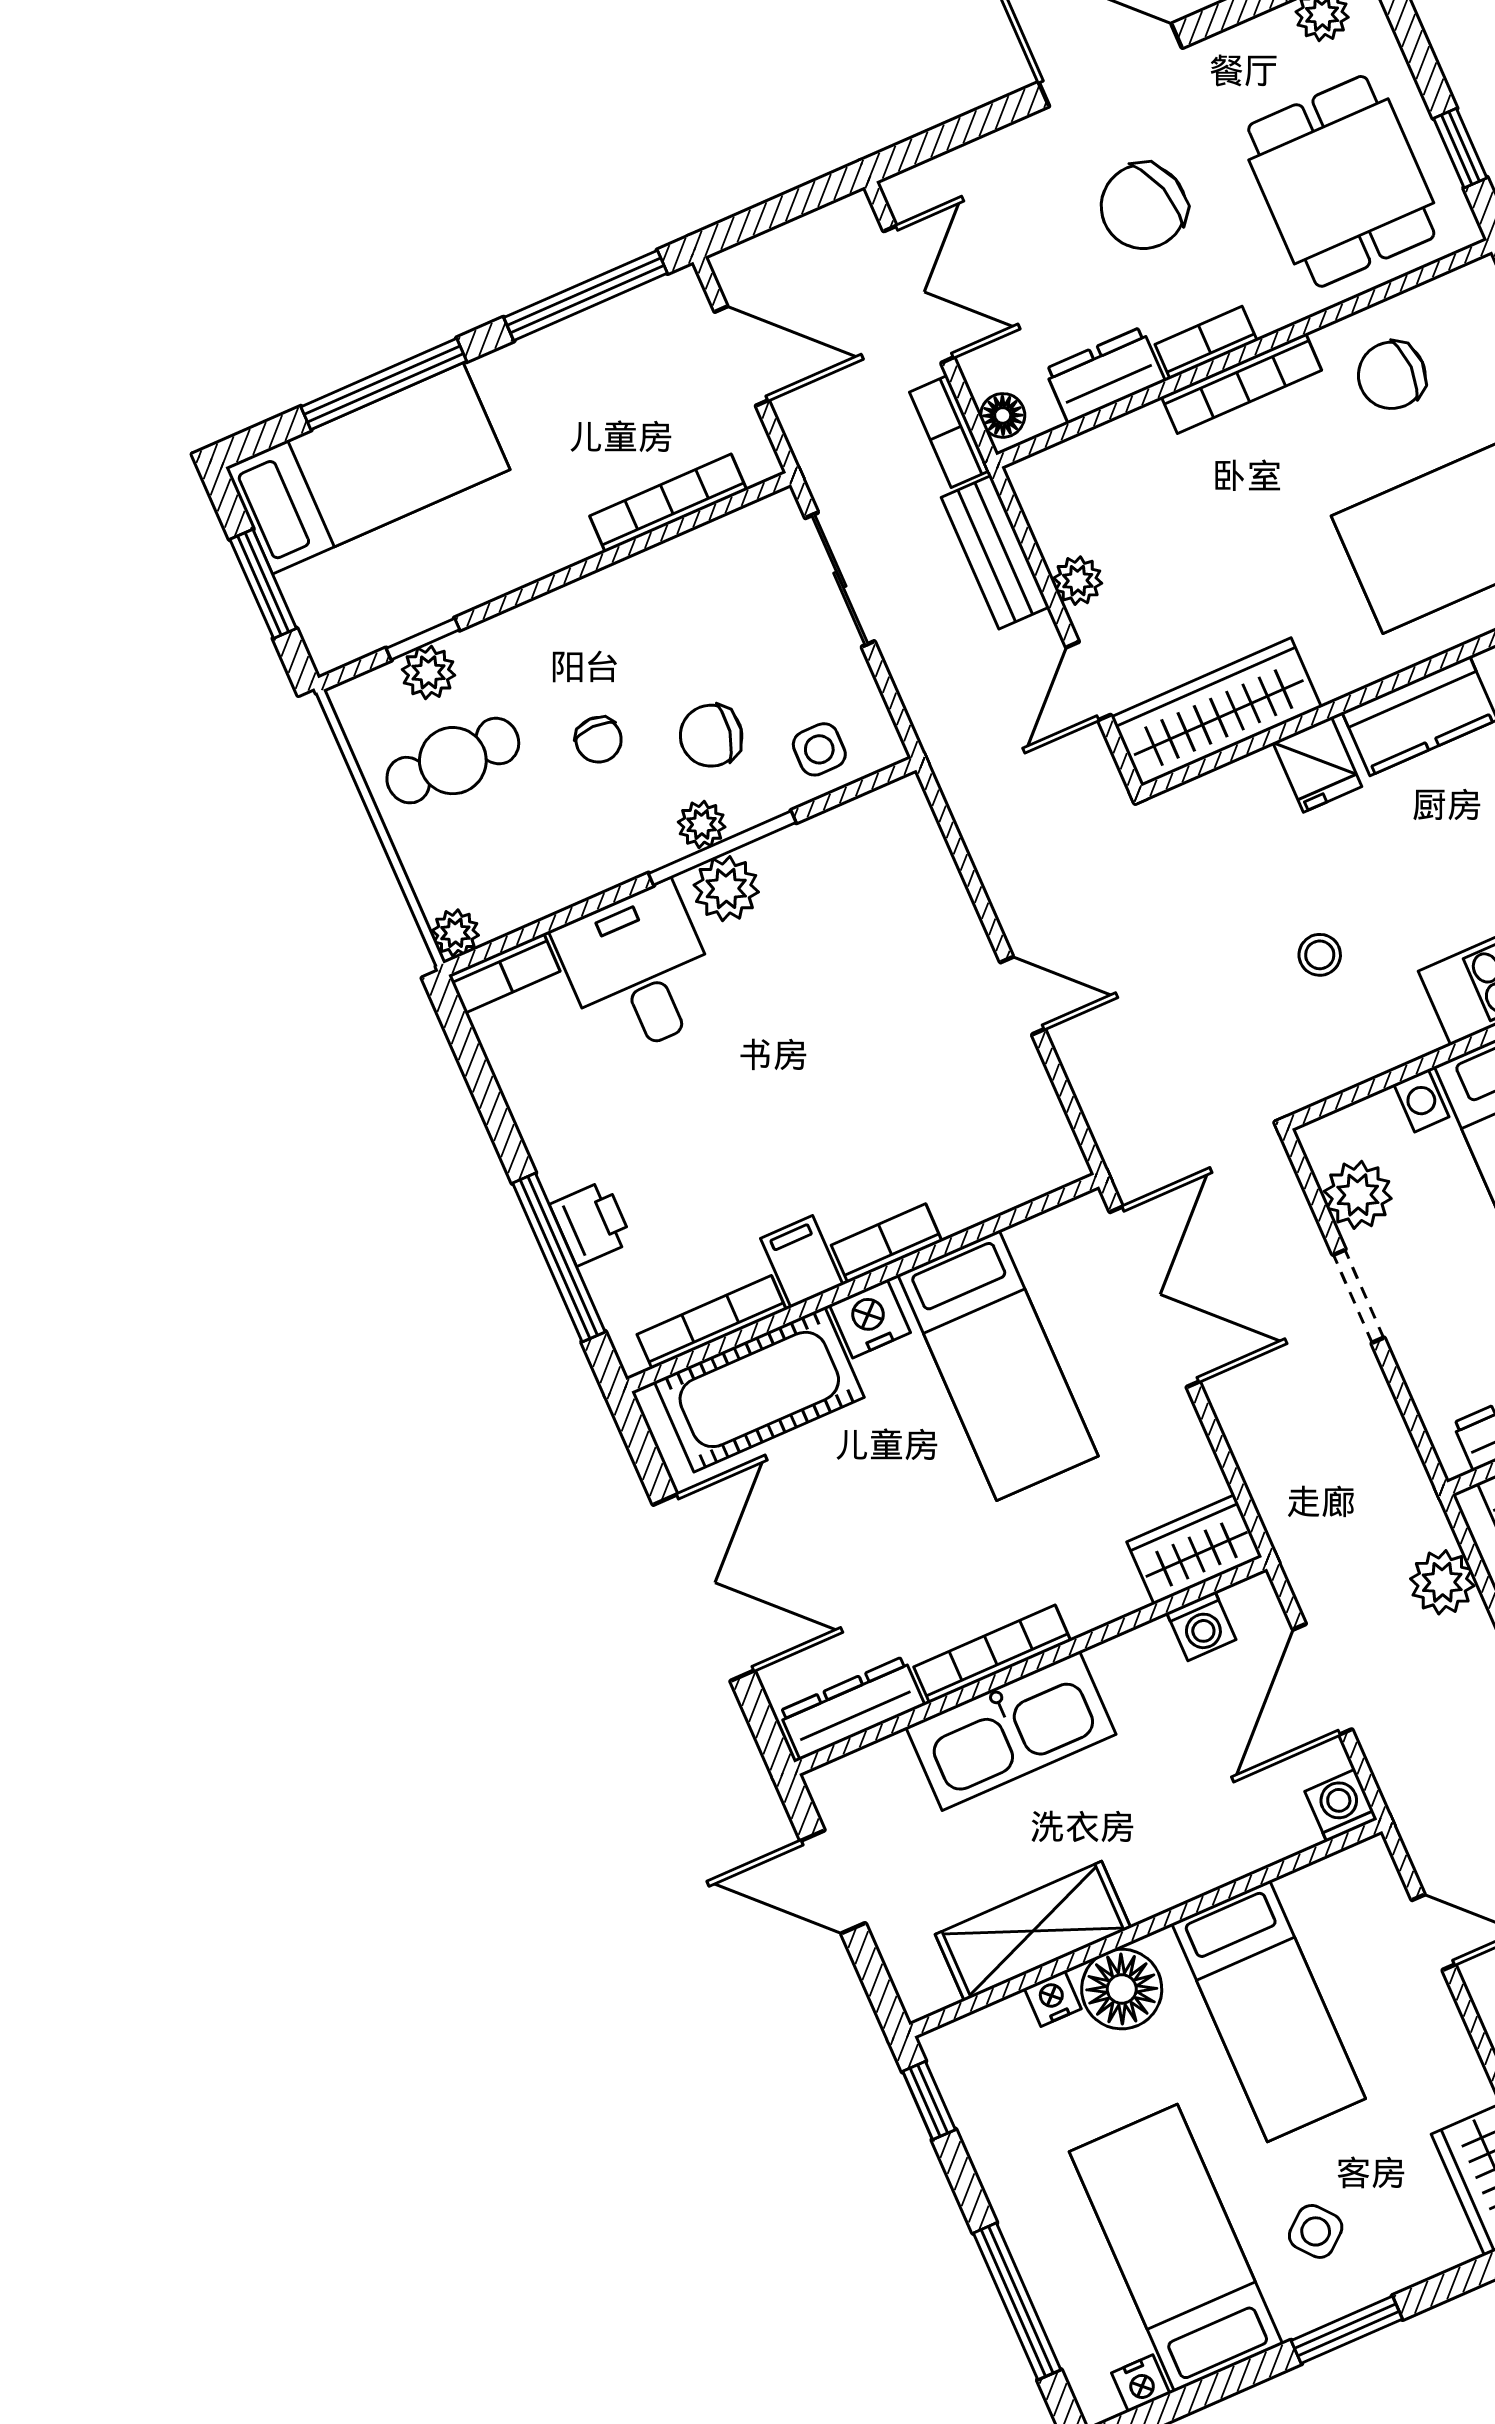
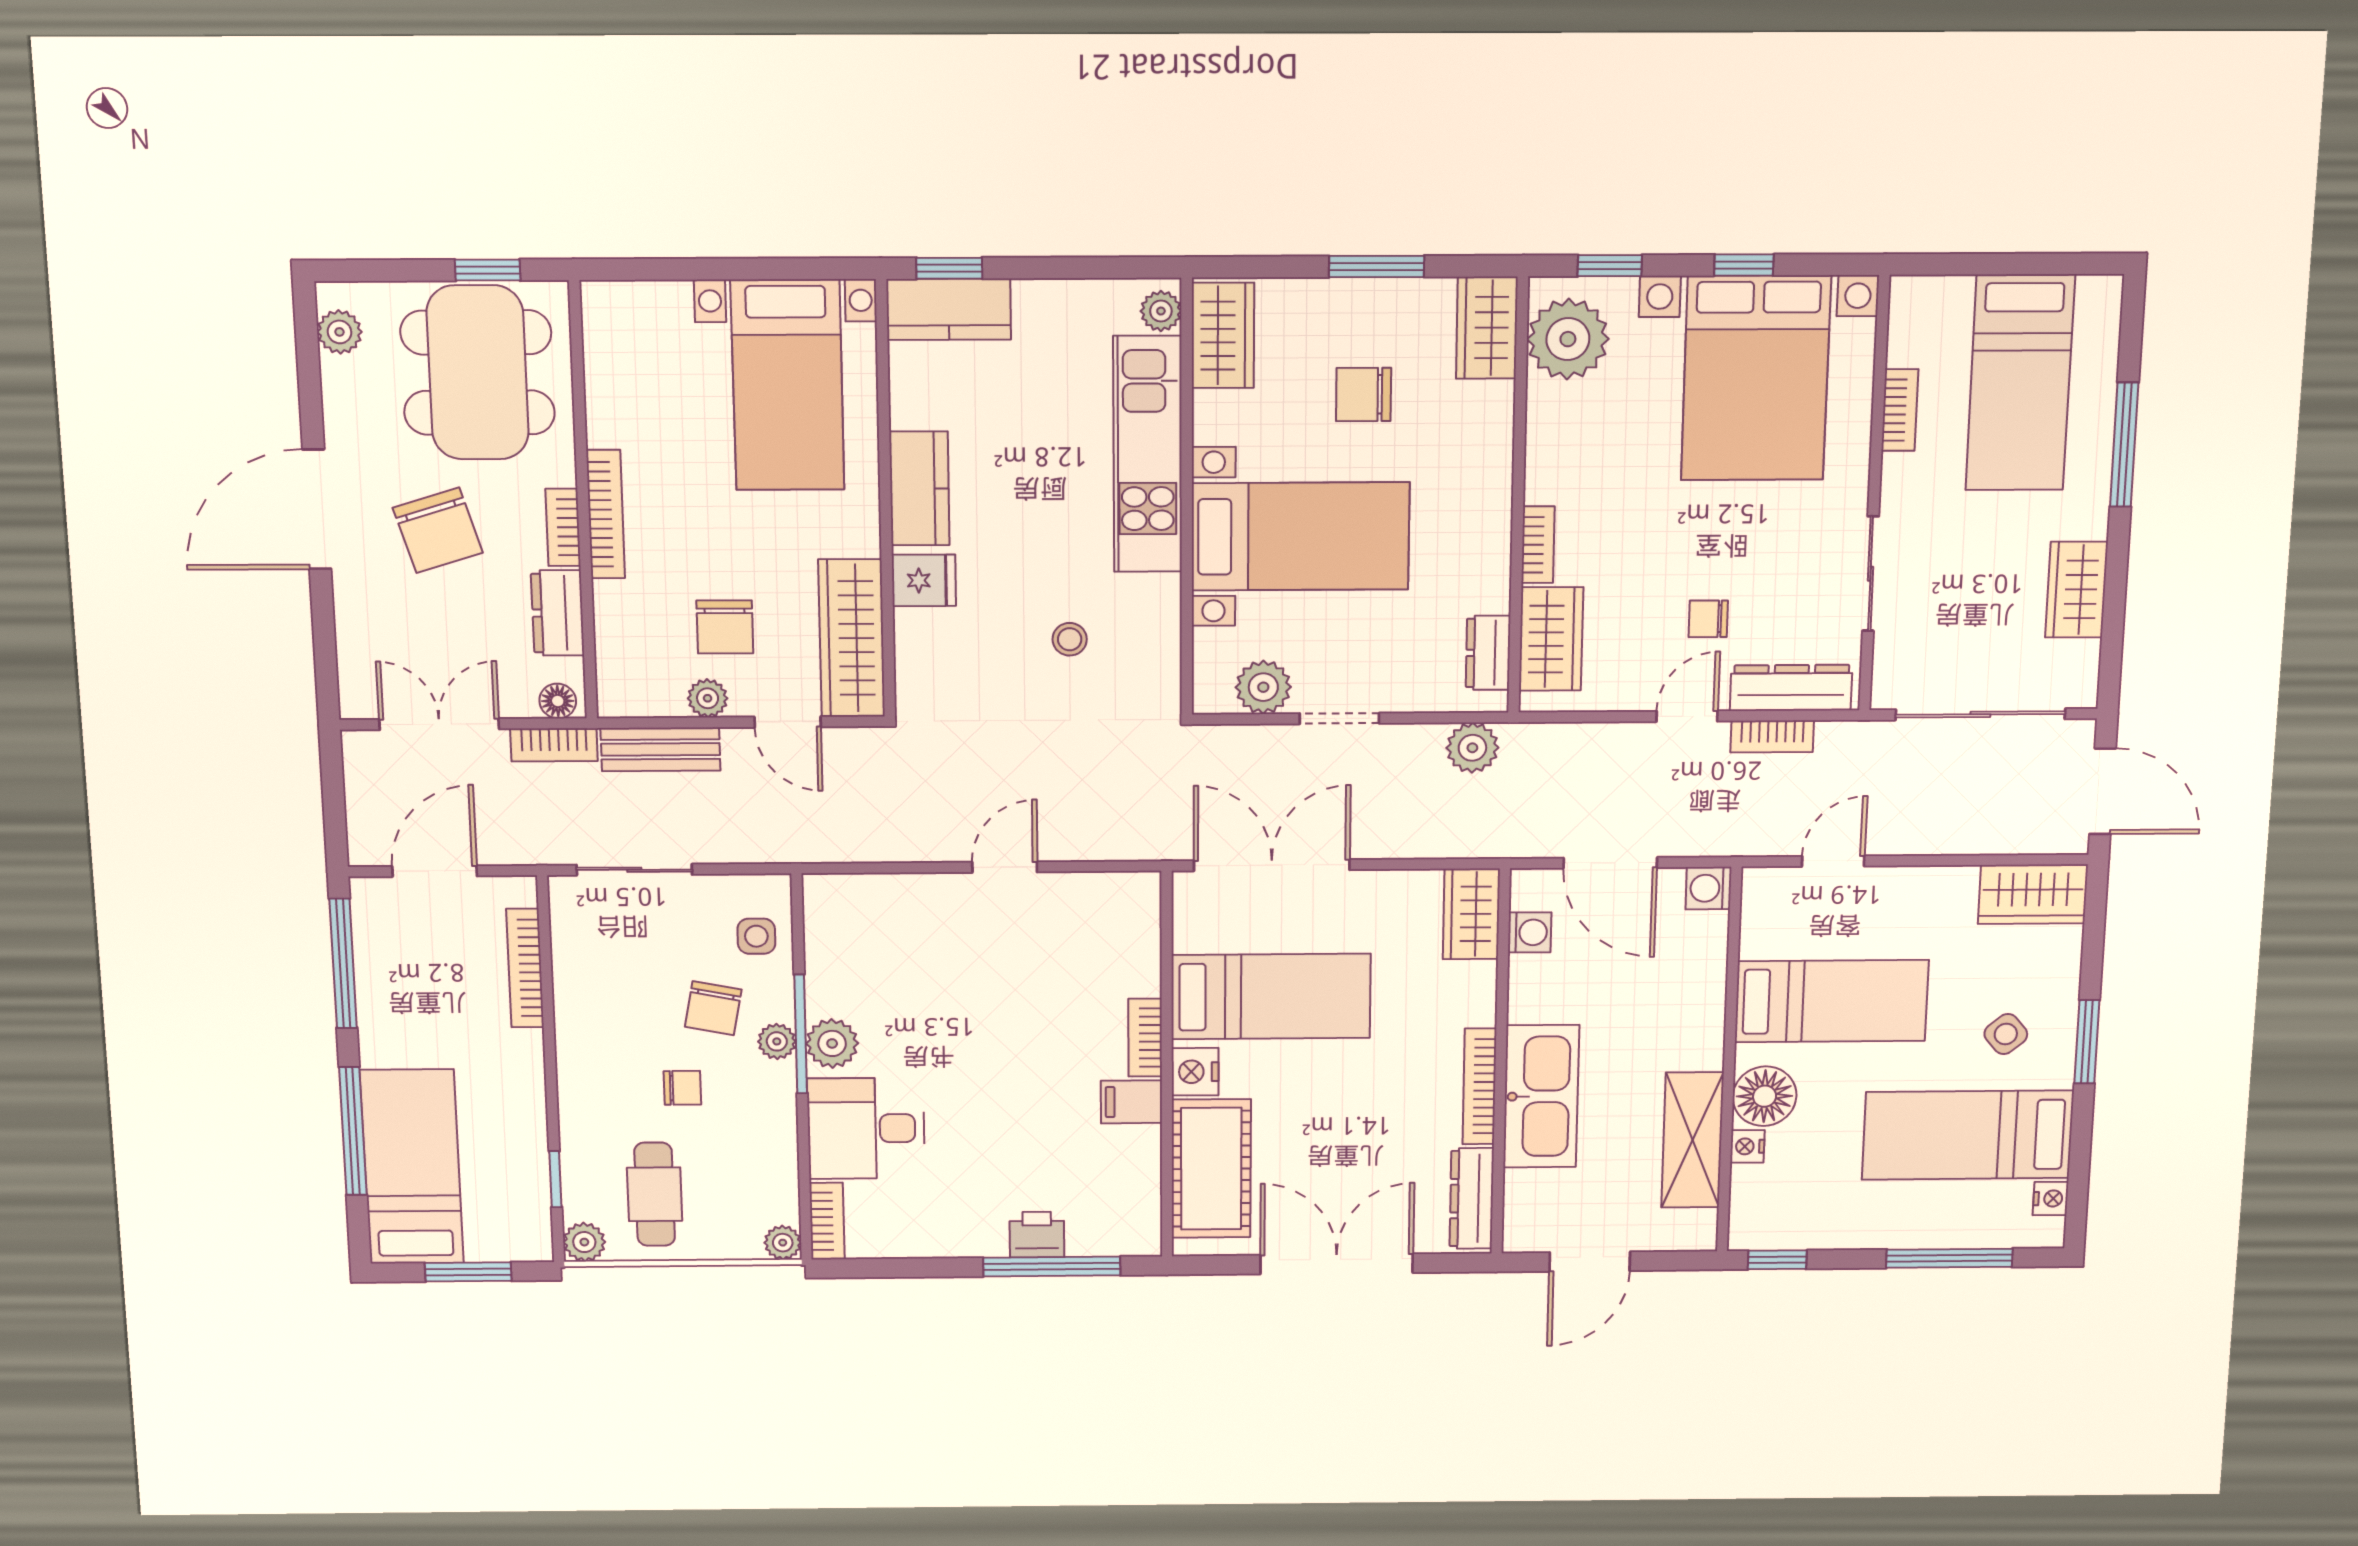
dining table: (1341, 181) -> (478, 373), width x1.38
chair: (1392, 375) -> (725, 627), moved
plant: (429, 672) -> (584, 1242), moved
bookcase: (712, 1322) -> (1147, 1182), removed
plant: (1442, 1582) -> (1472, 748), moved

